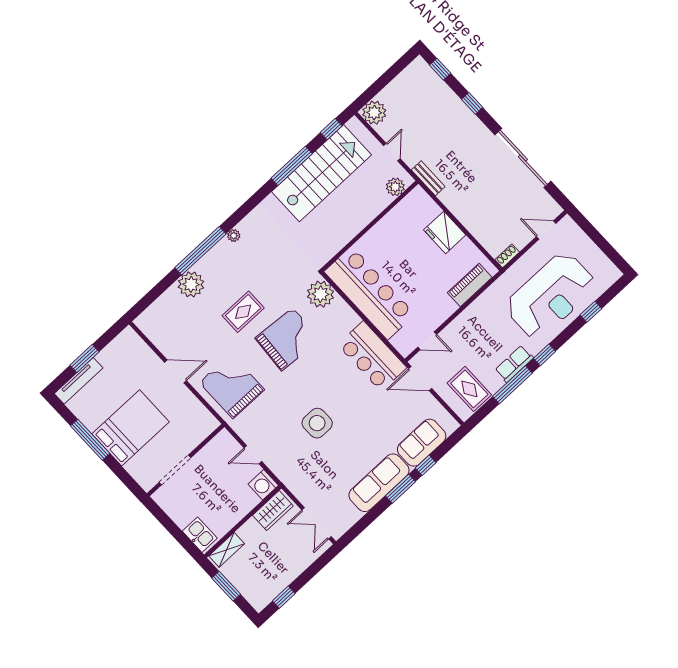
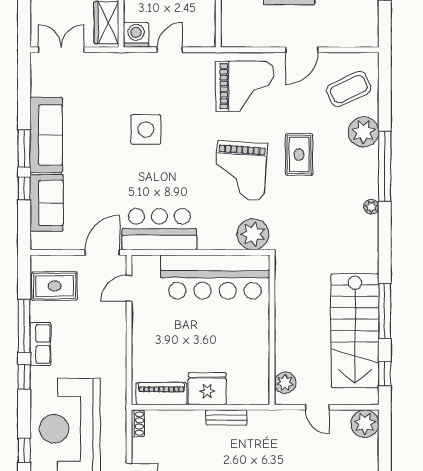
bench: (428, 178) -> (226, 417), moved
piano: (470, 285) -> (161, 394), moved, turned -90
coffee table: (173, 319) -> (349, 89), added

